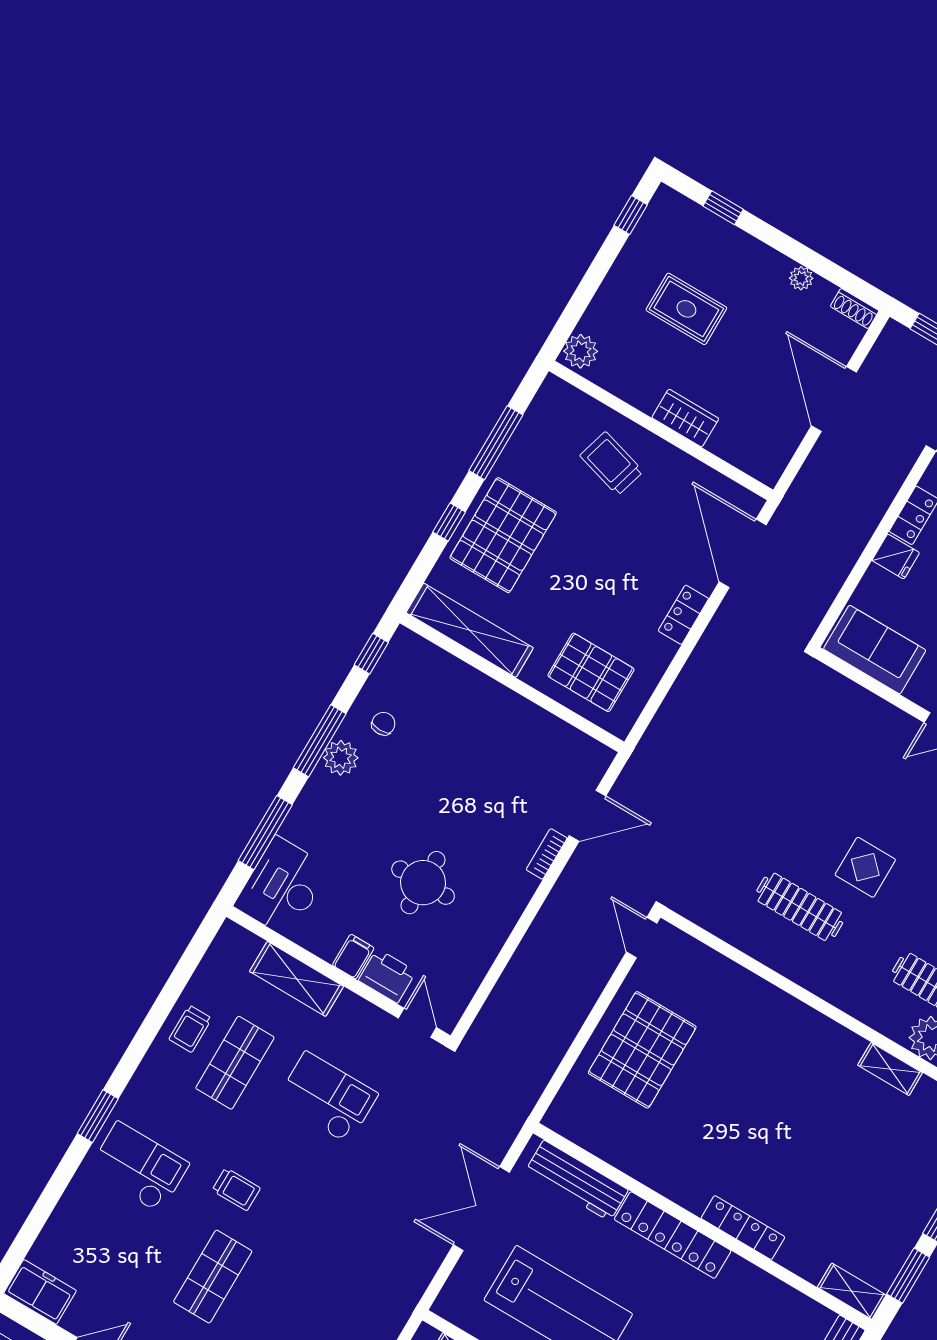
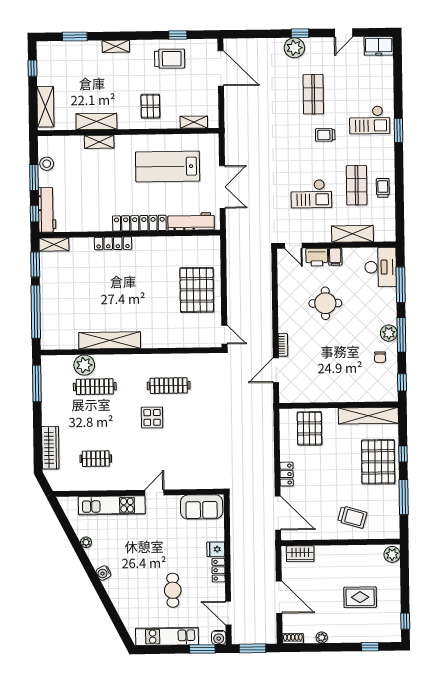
wardrobe: (685, 418) -> (300, 554), moved
pallet: (591, 672) -> (309, 428), turned 90
shelving: (890, 1069) -> (110, 340), width x2.20, depth x1.33

